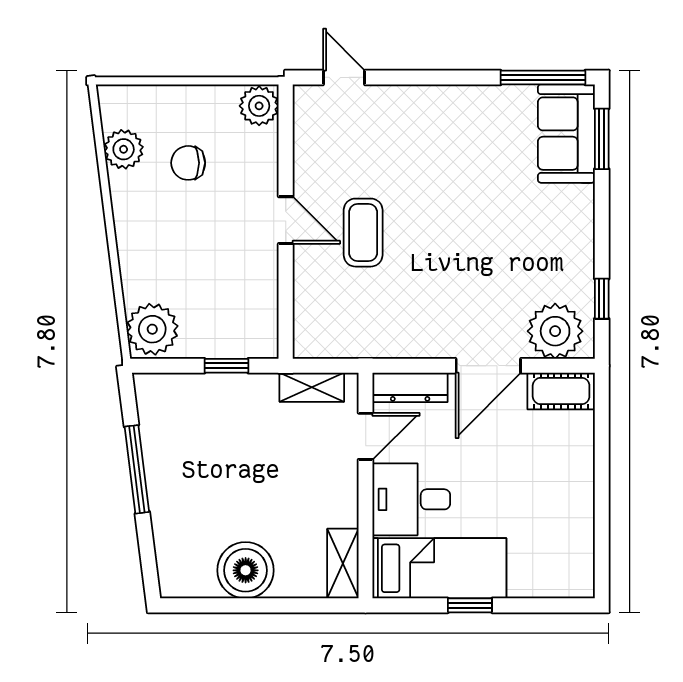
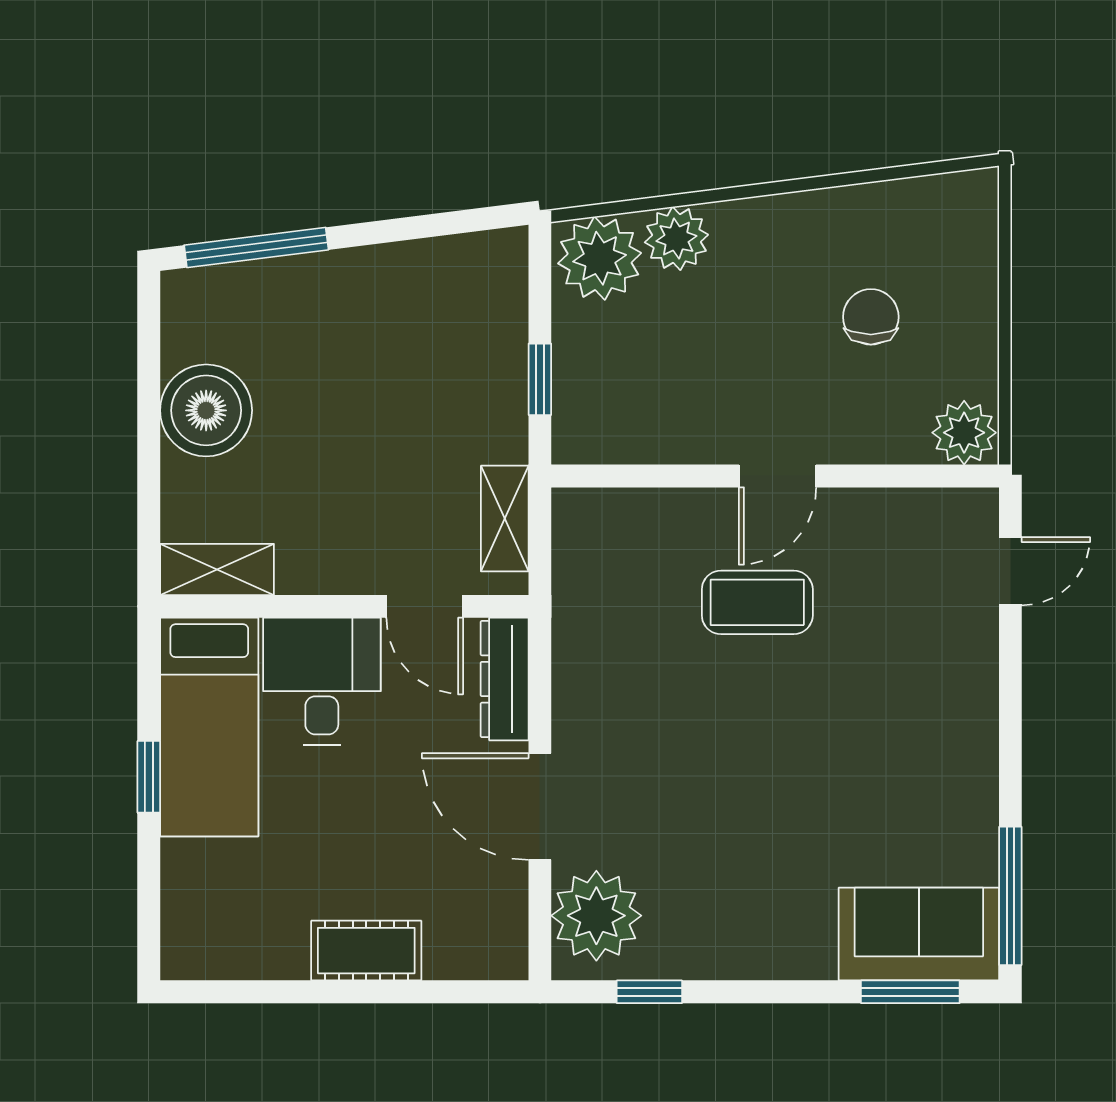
plant: (124, 149) -> (676, 238), moved
cot: (561, 391) -> (366, 951), moved, turned 90
window: (137, 469) -> (256, 247), moved

